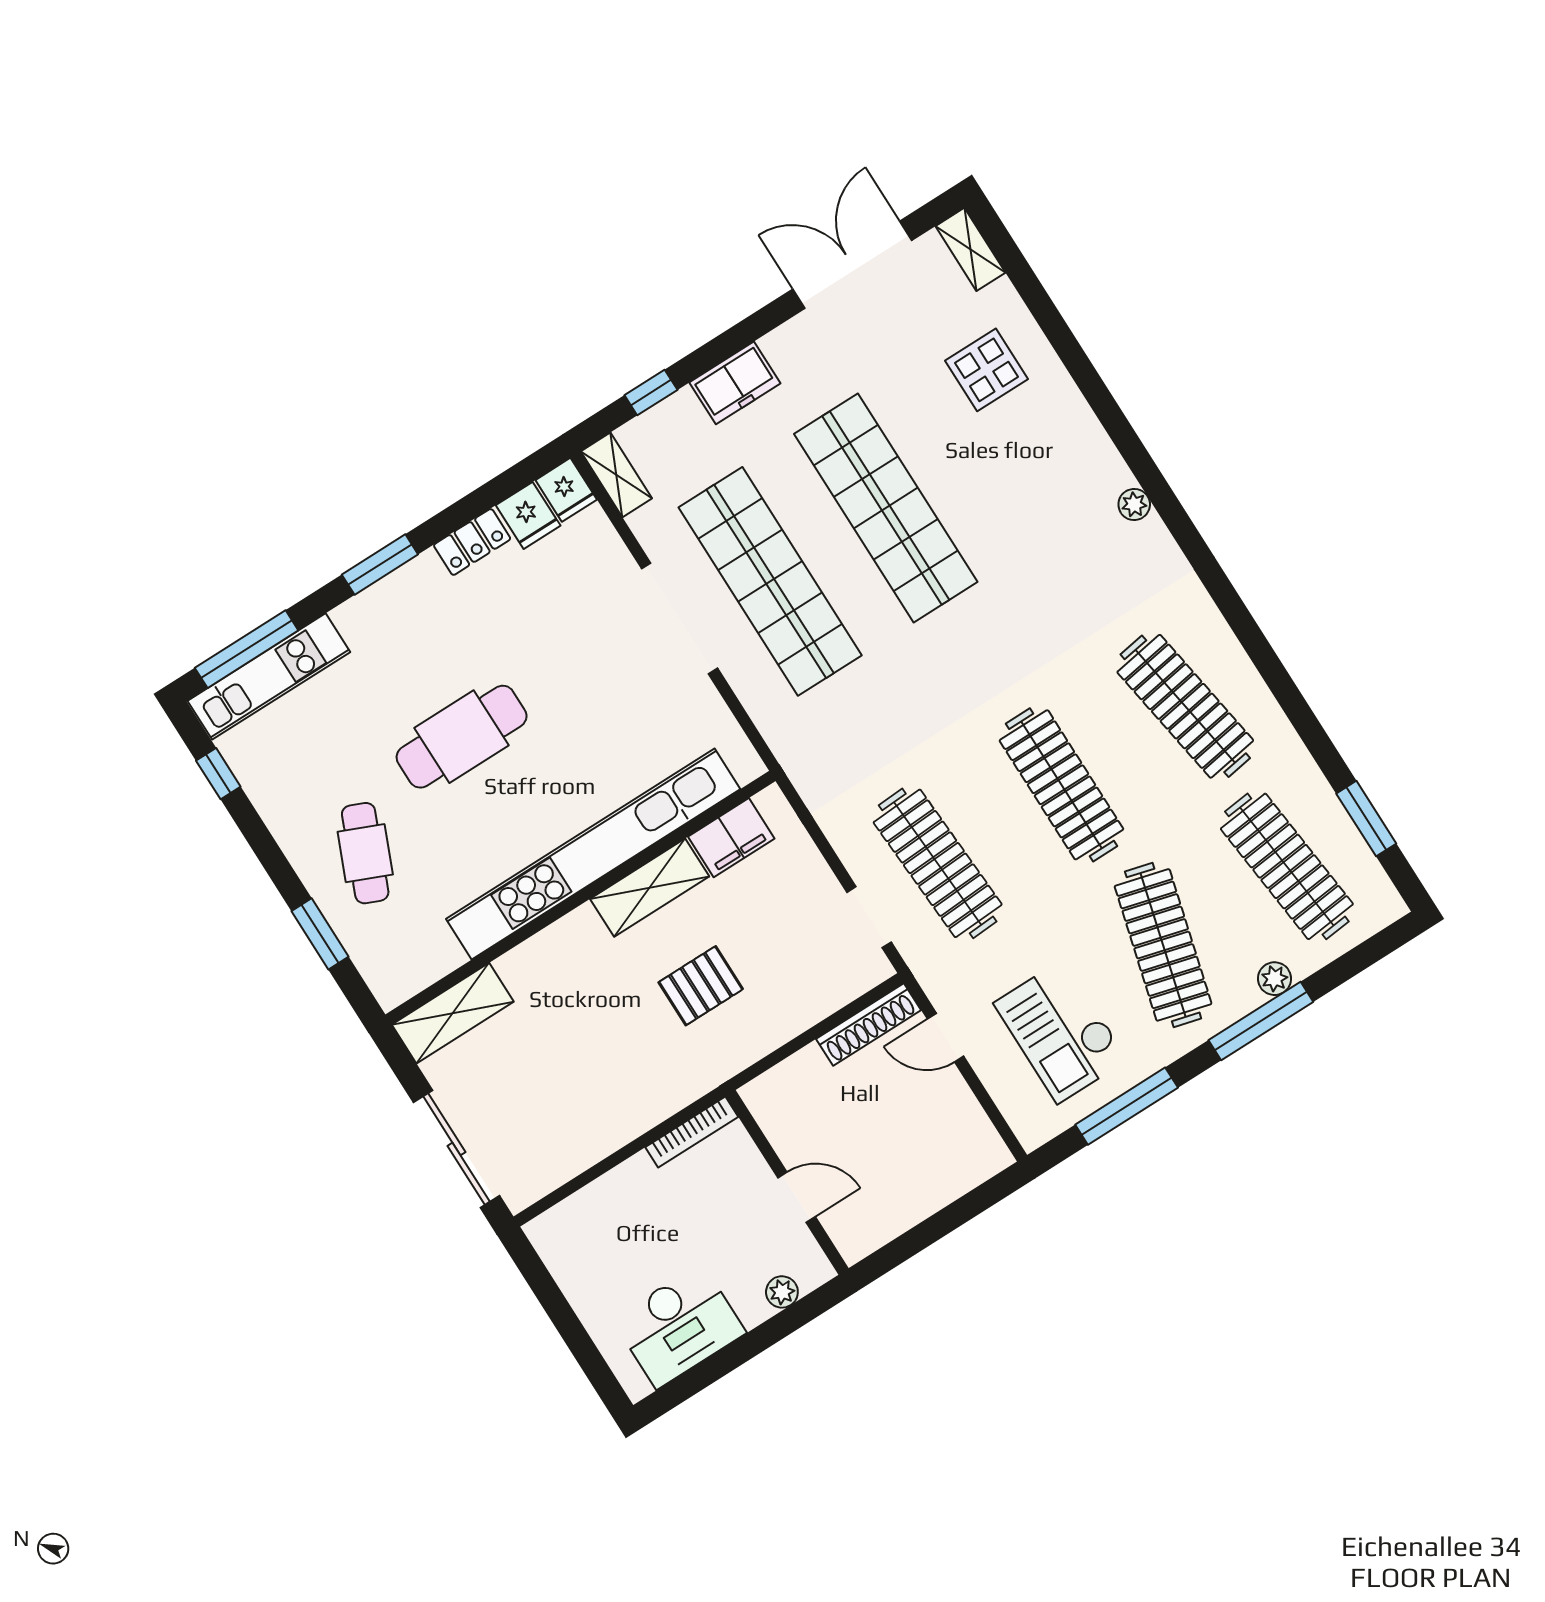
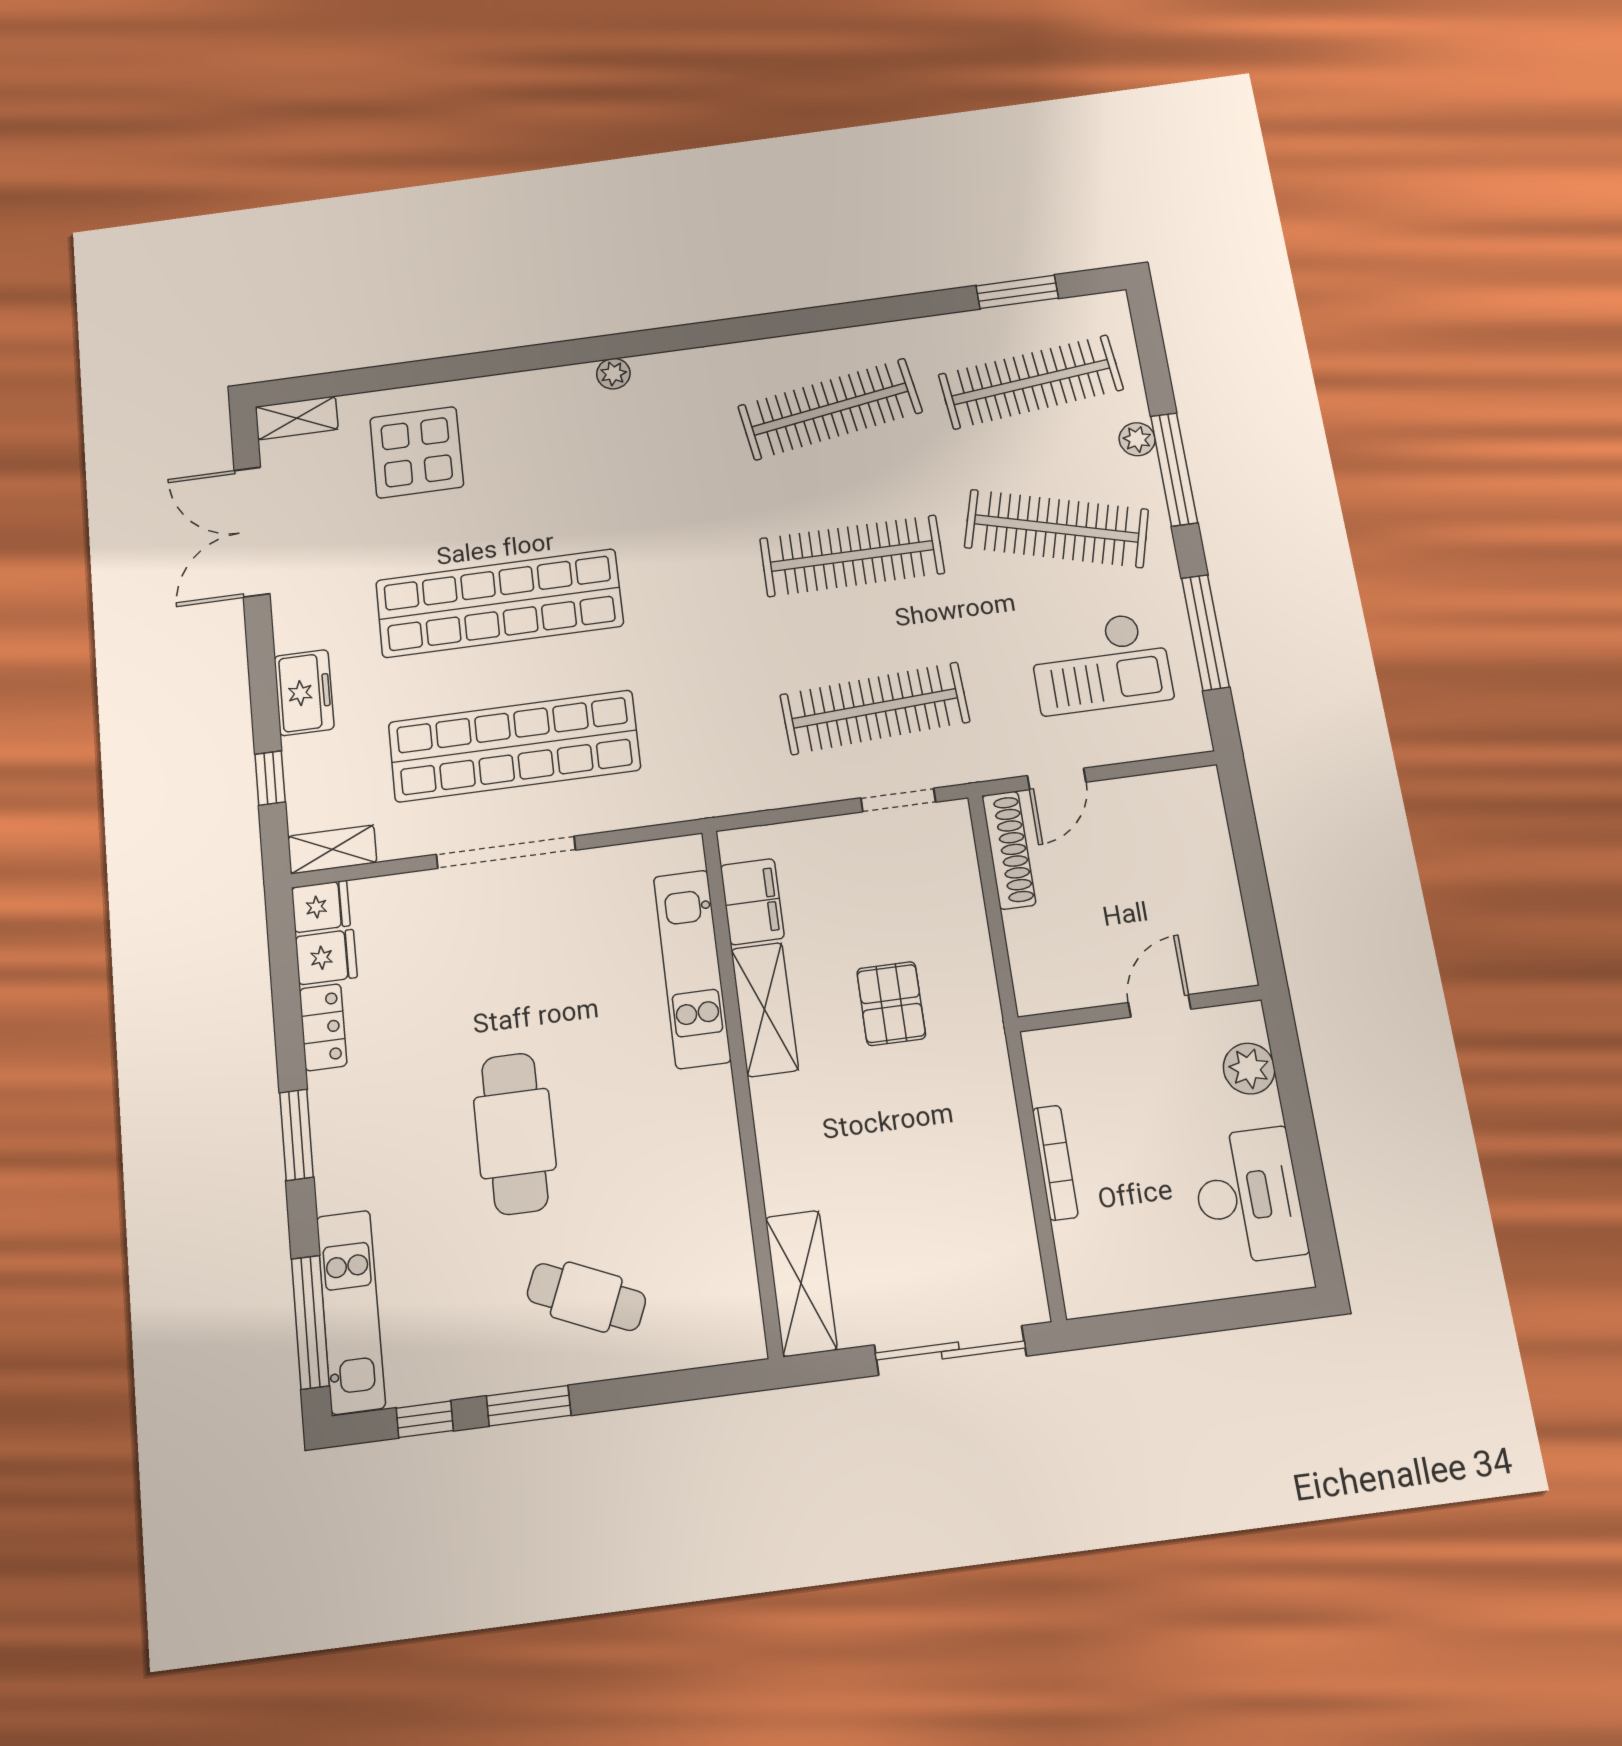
display table: (987, 370) -> (417, 452), width x1.36, depth x1.36
kitchen unit: (593, 854) -> (692, 969), width x0.54
window: (320, 934) -> (529, 1406), moved
bookcase: (692, 1132) -> (1055, 1163), moved
plant: (782, 1292) -> (1249, 1069), width x1.38, depth x1.38

